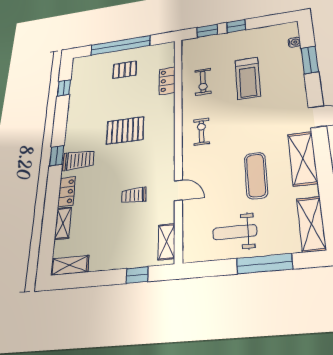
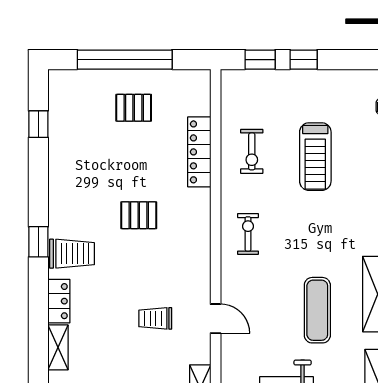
locker: (167, 81) -> (199, 152), width x1.53
pallet: (125, 130) -> (139, 215), width x0.67, depth x0.71

